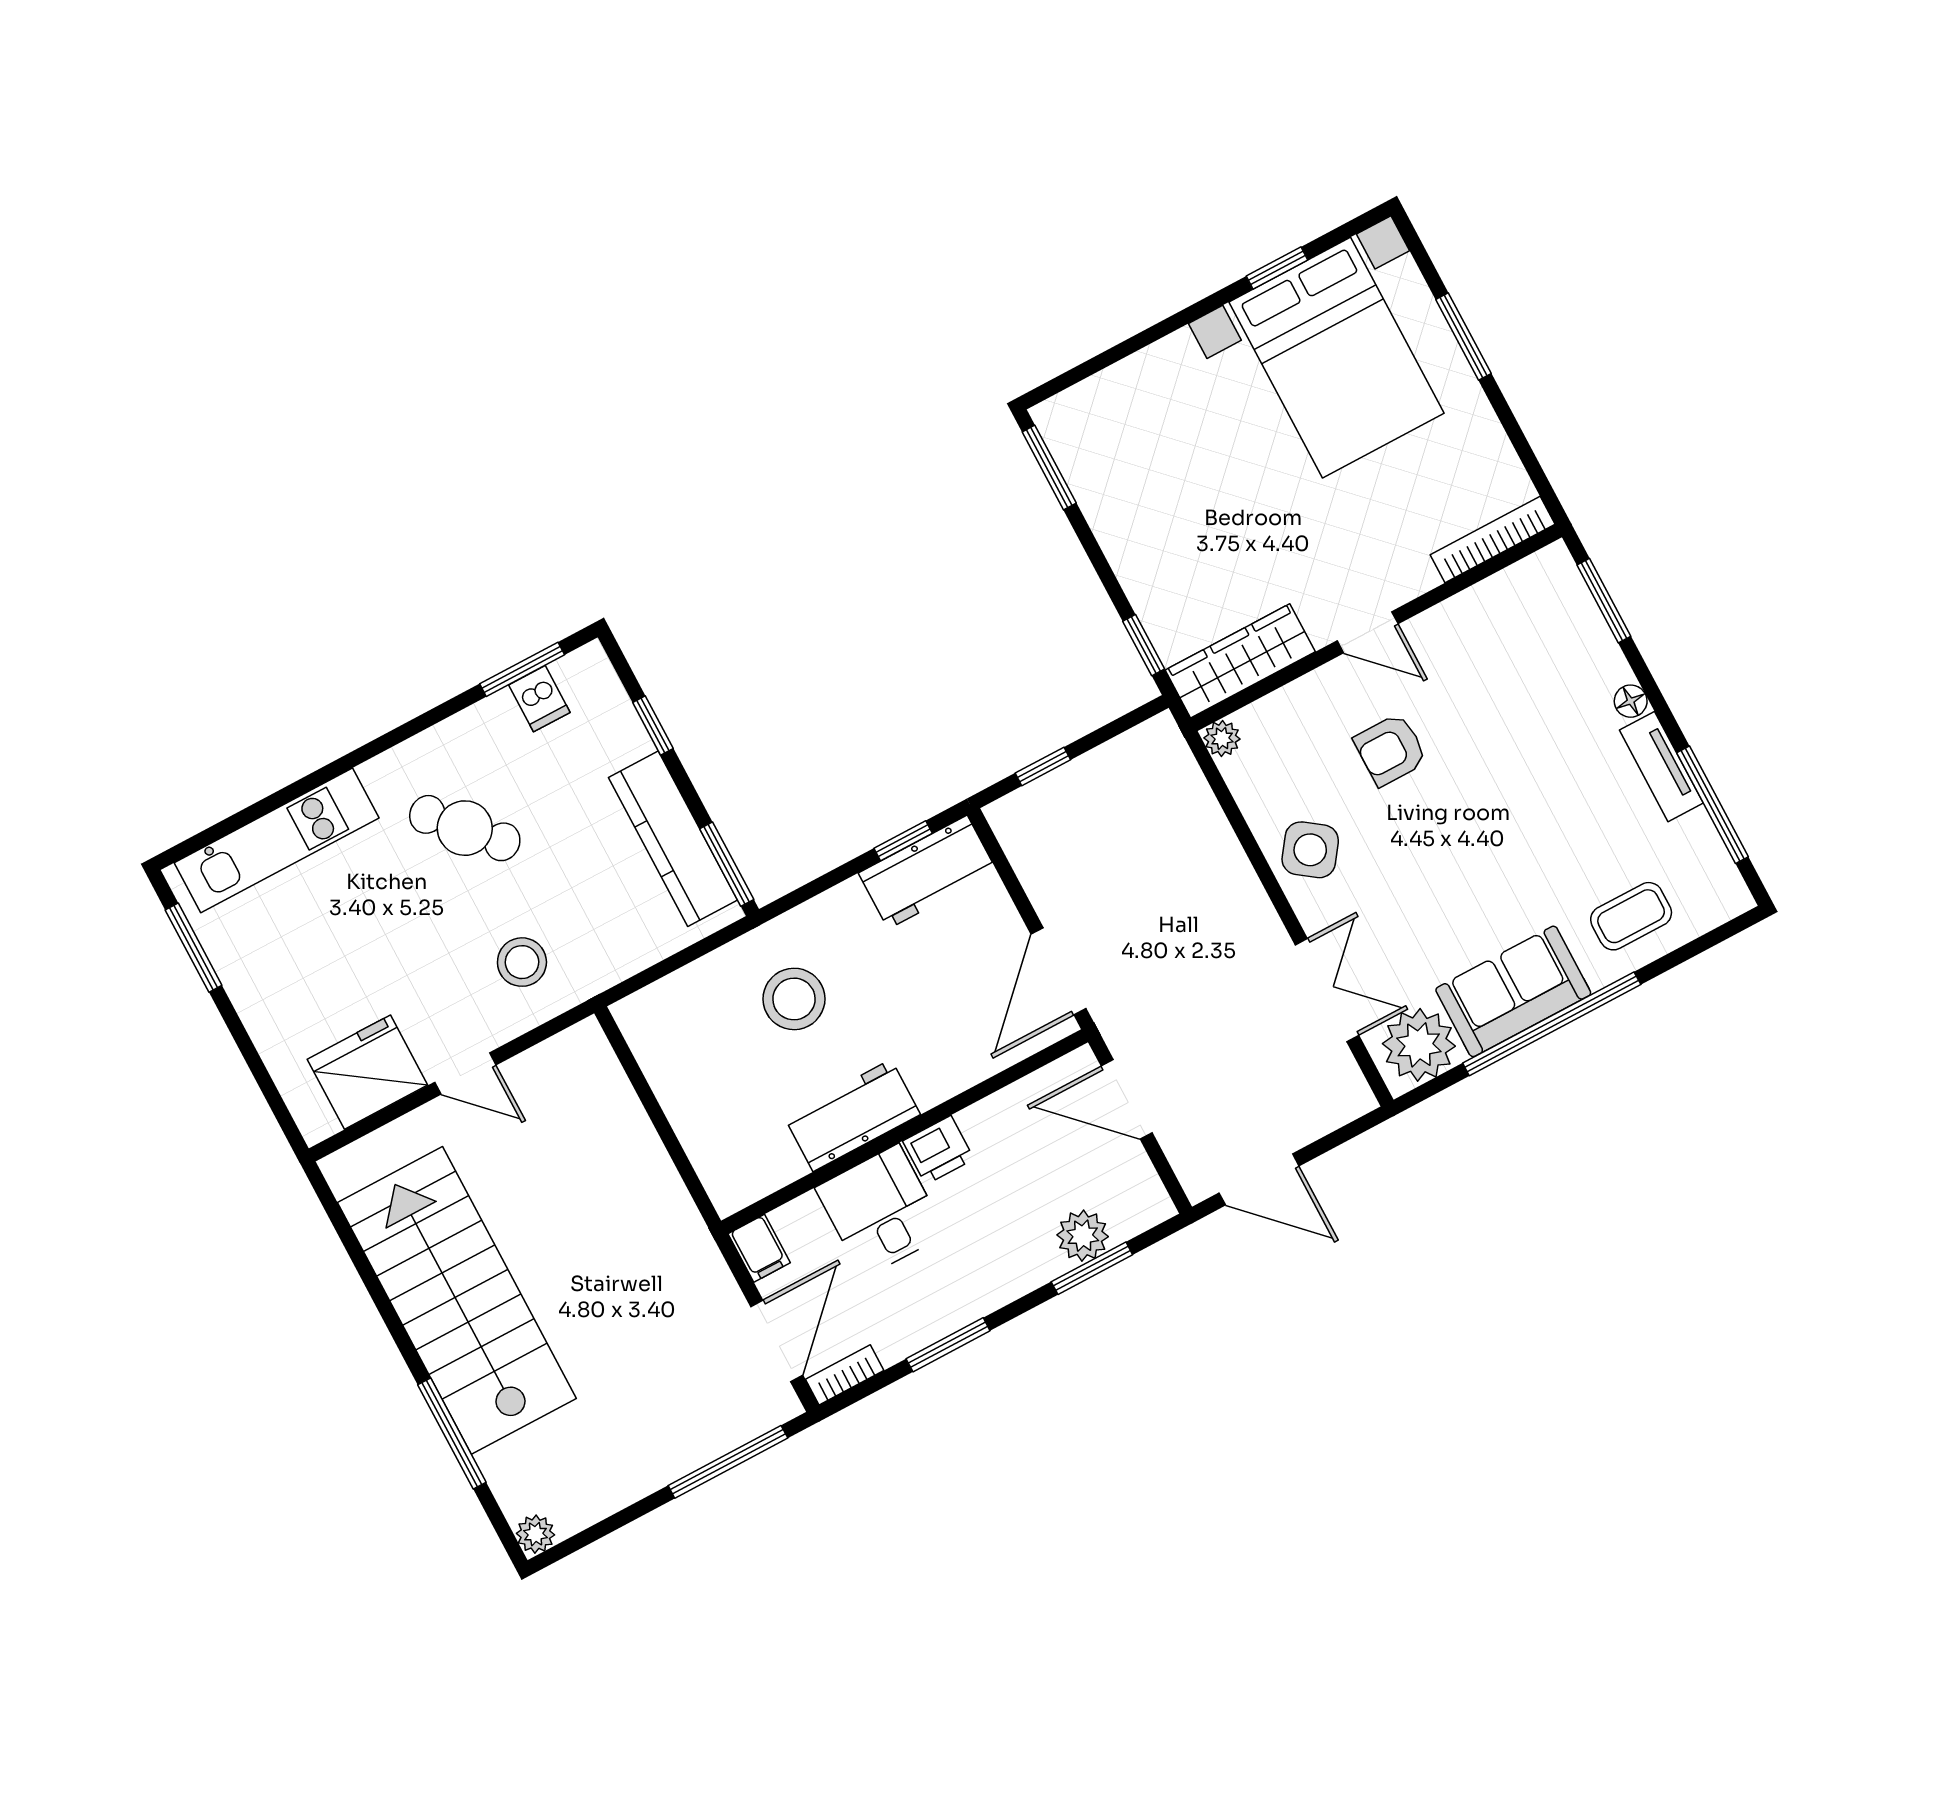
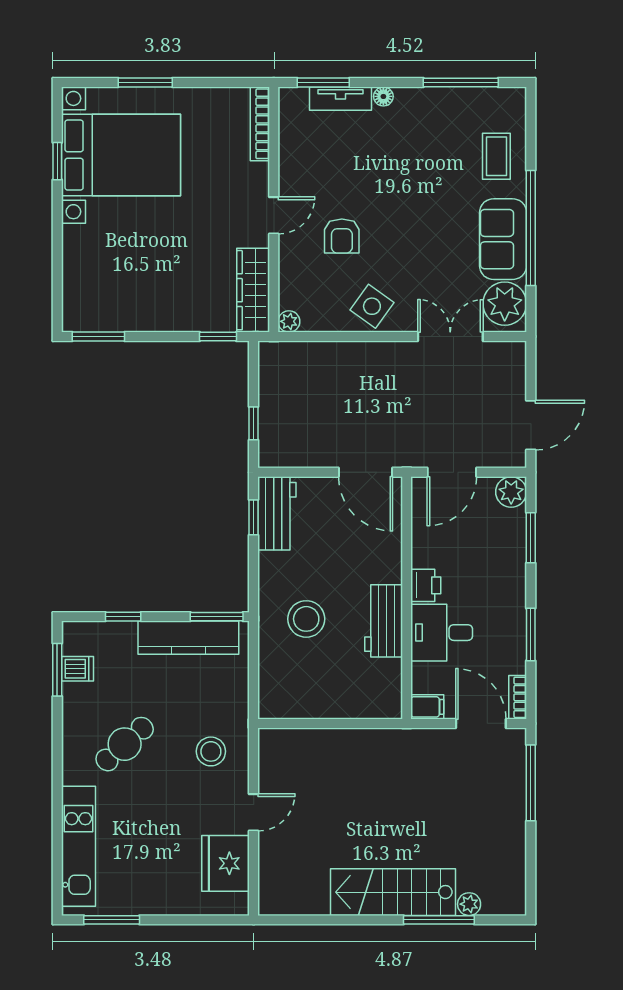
tv unit: (1661, 767) -> (340, 99), moved
plant: (1083, 1236) -> (511, 492), moved
stairs: (457, 1300) -> (393, 892), width x0.73, depth x0.66
plant: (535, 1534) -> (469, 904), moved

